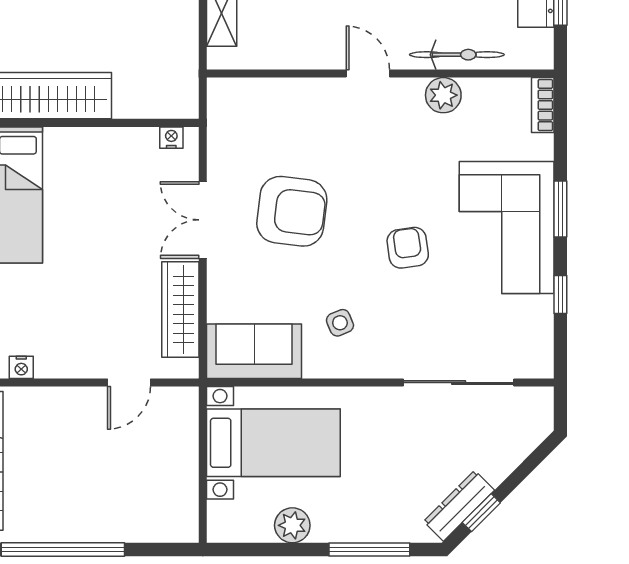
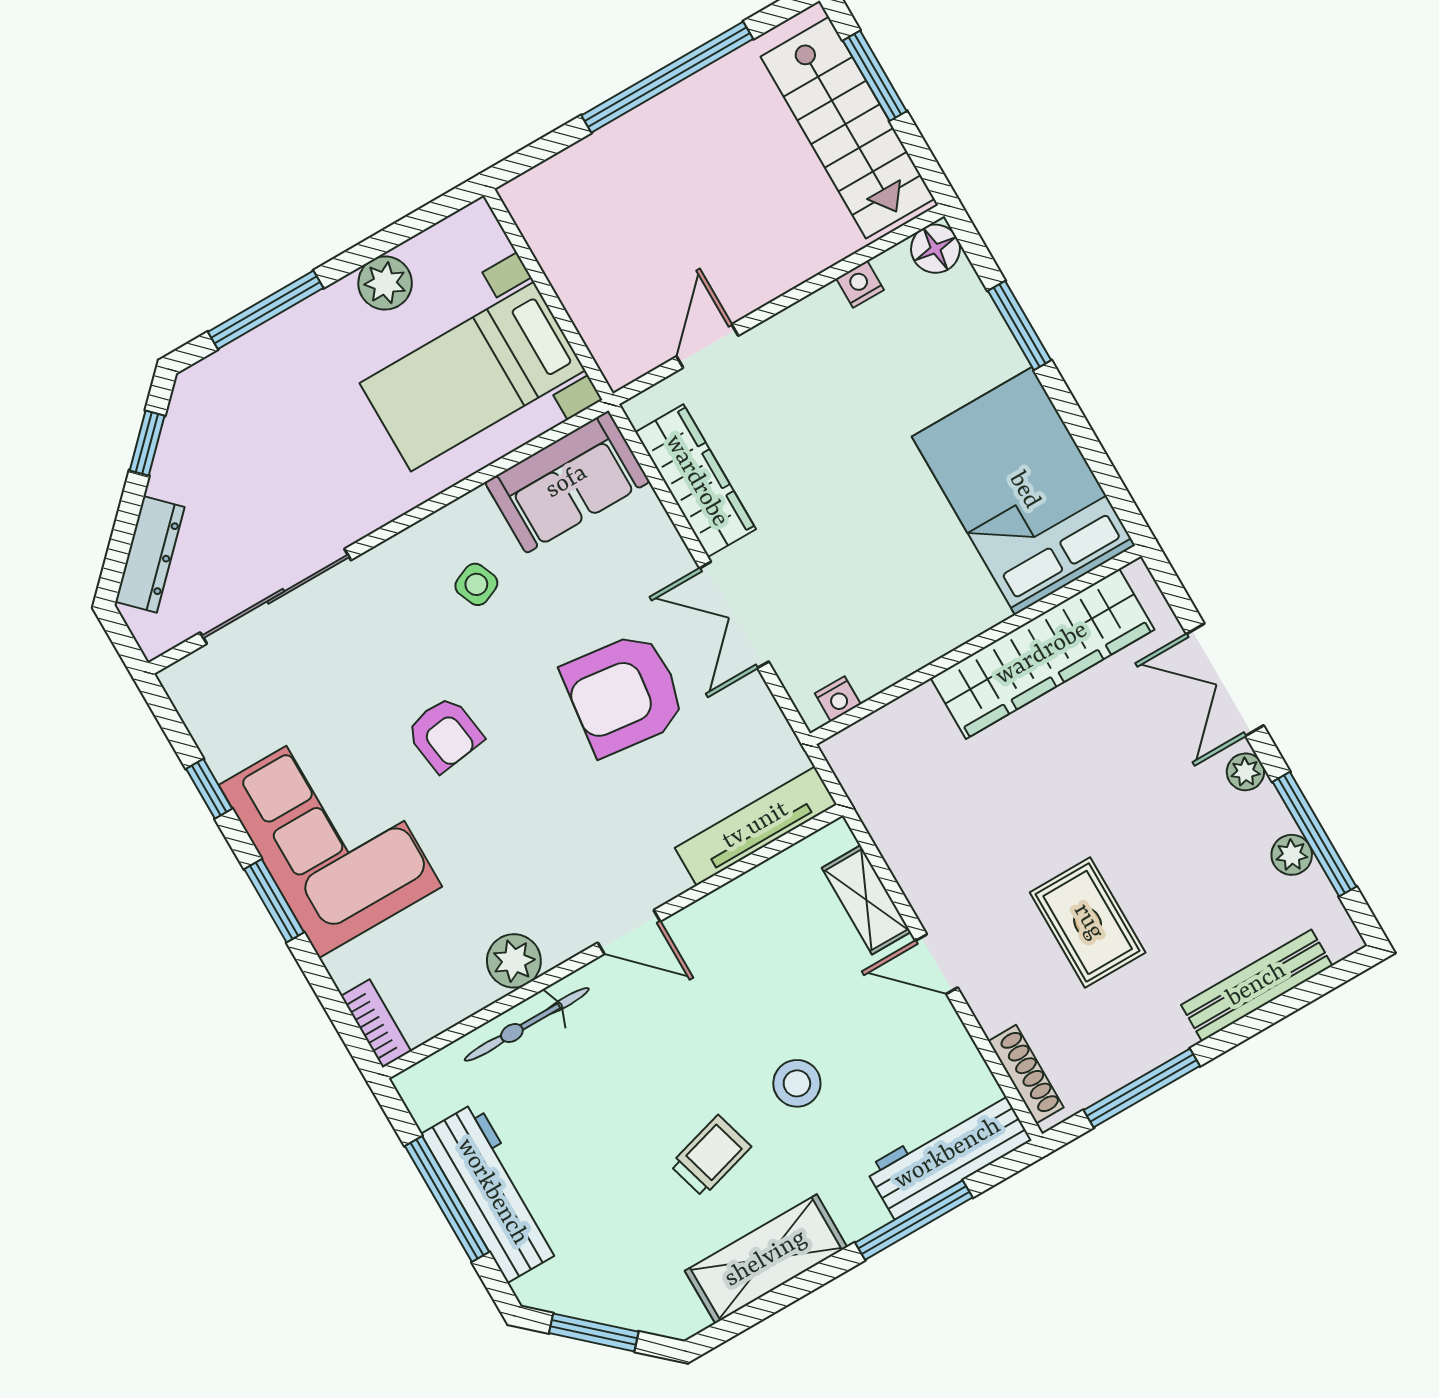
tv unit: (260, 92) -> (756, 826), added
double door: (203, 220) -> (734, 615), swing flipped
dresser: (459, 506) -> (150, 554), moved

